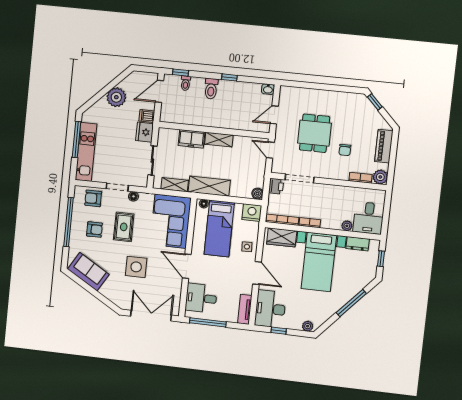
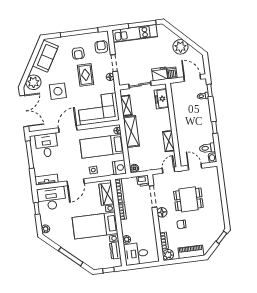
toilet: (211, 89) -> (207, 148), moved
freezer: (191, 139) -> (162, 99), moved
shelving: (219, 140) -> (169, 141), moved
floor lamp: (323, 172) -> (162, 212), added
rug: (124, 227) -> (86, 75), turned 90
plant: (118, 295) -> (33, 82), added

